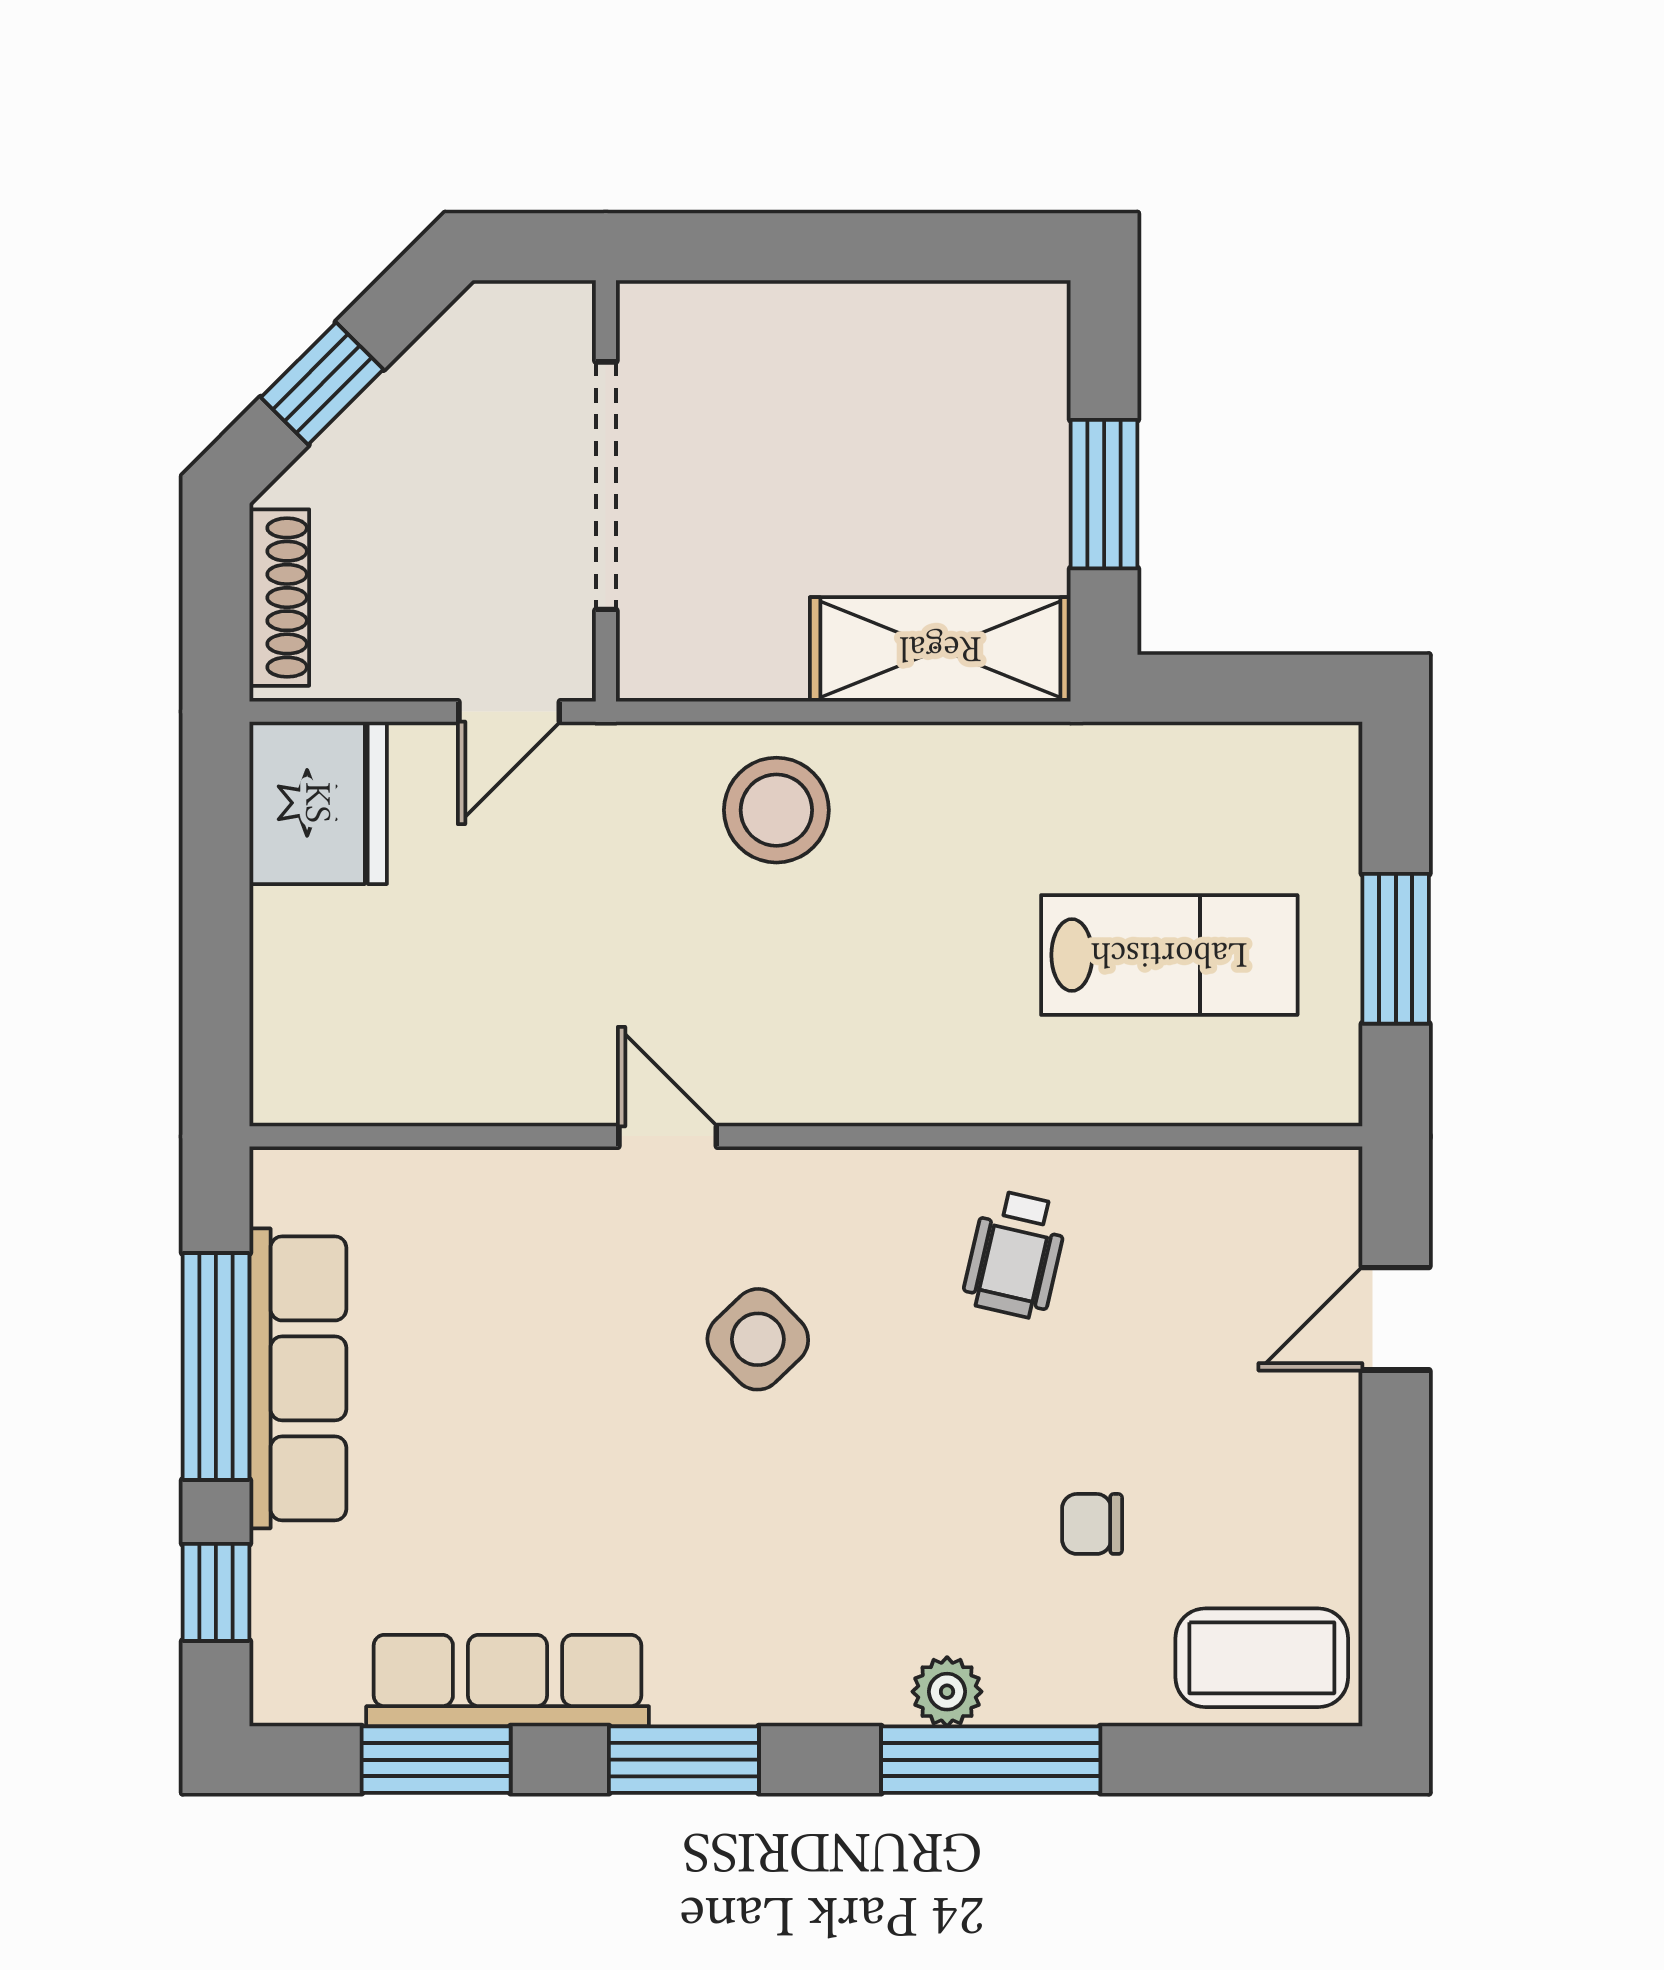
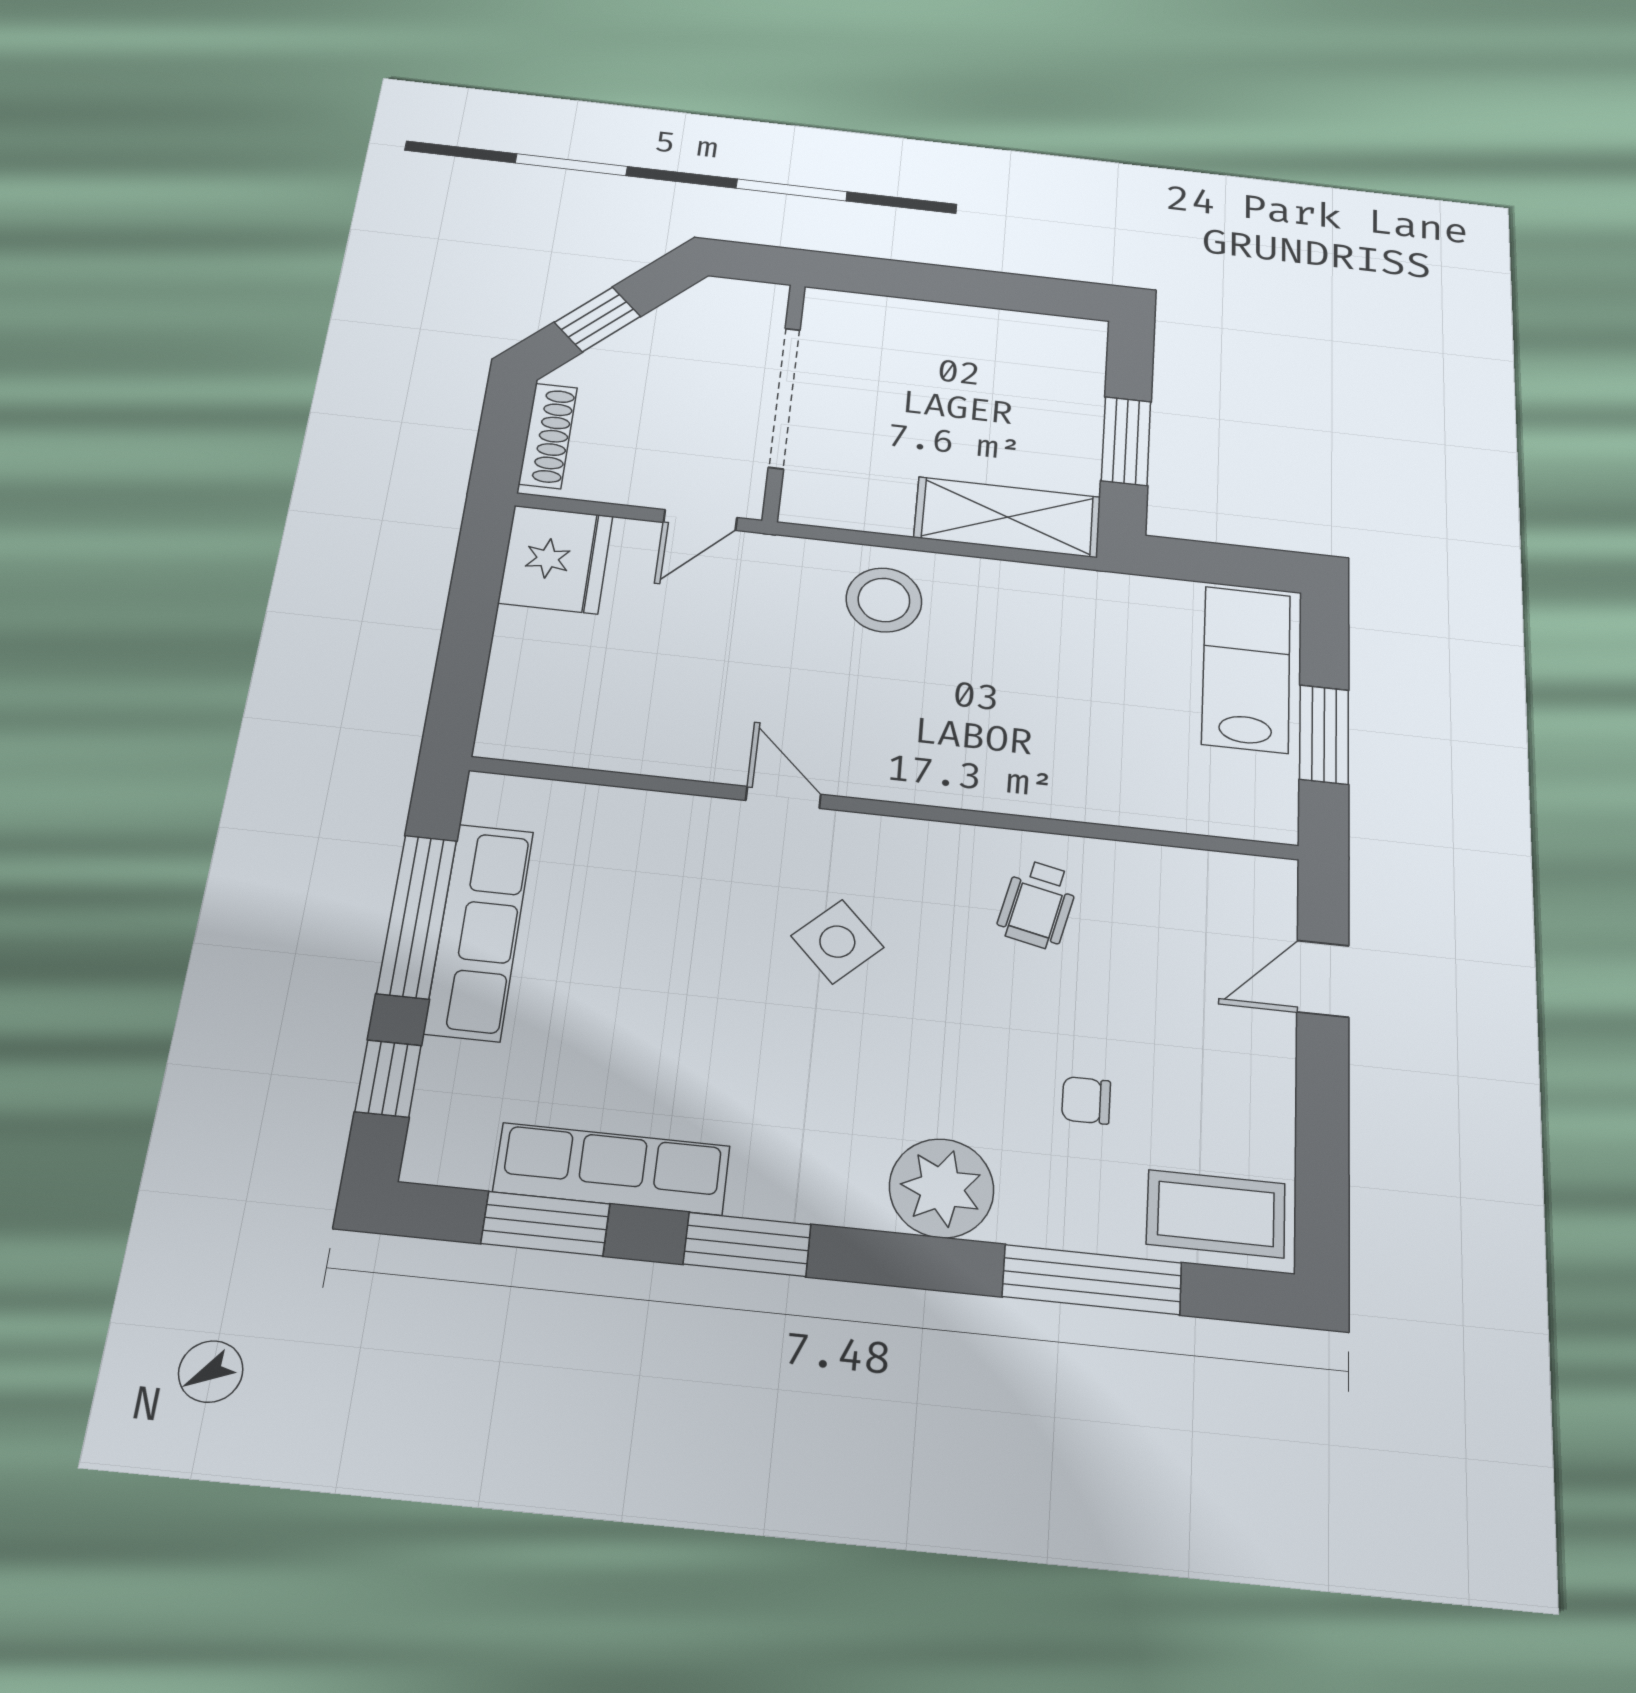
lab bench: (1169, 955) -> (1246, 669), moved, turned -90
plant: (947, 1692) -> (942, 1188), width x1.88, depth x1.88
window: (991, 1760) -> (1092, 1280), moved

